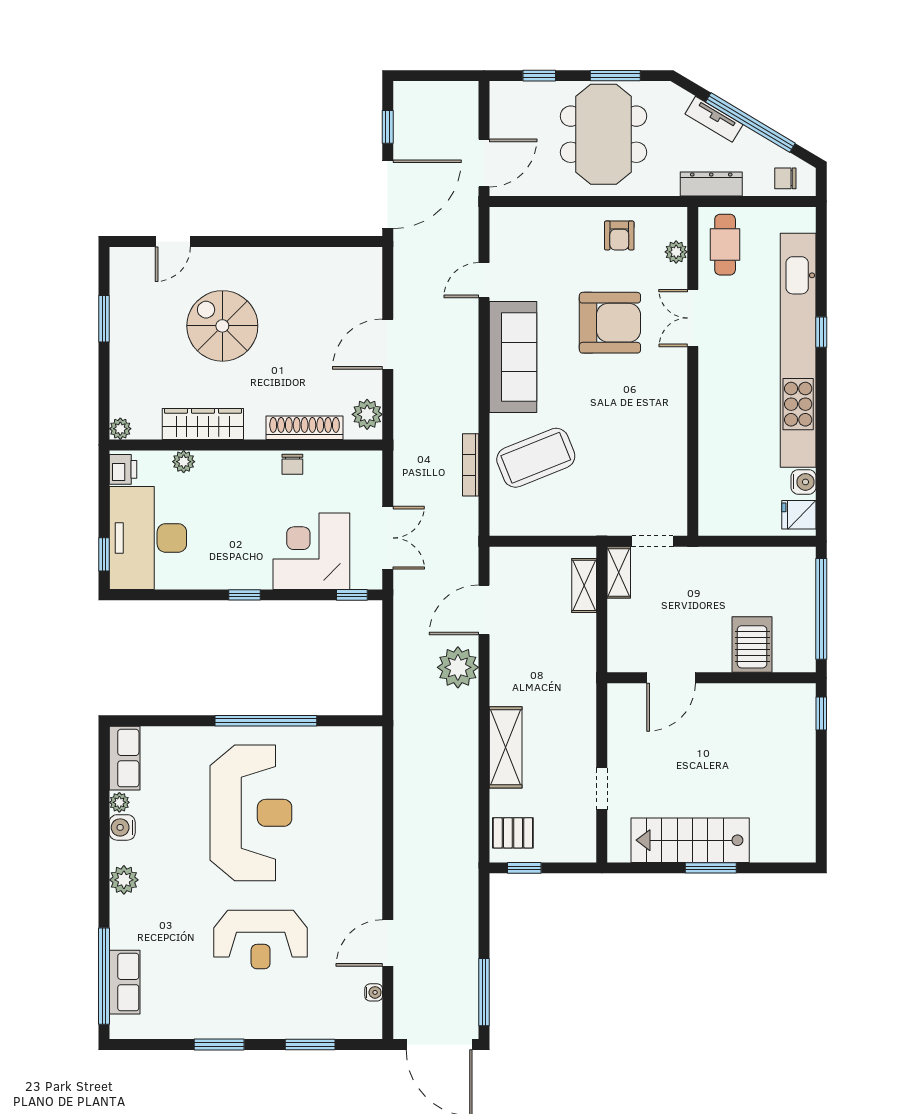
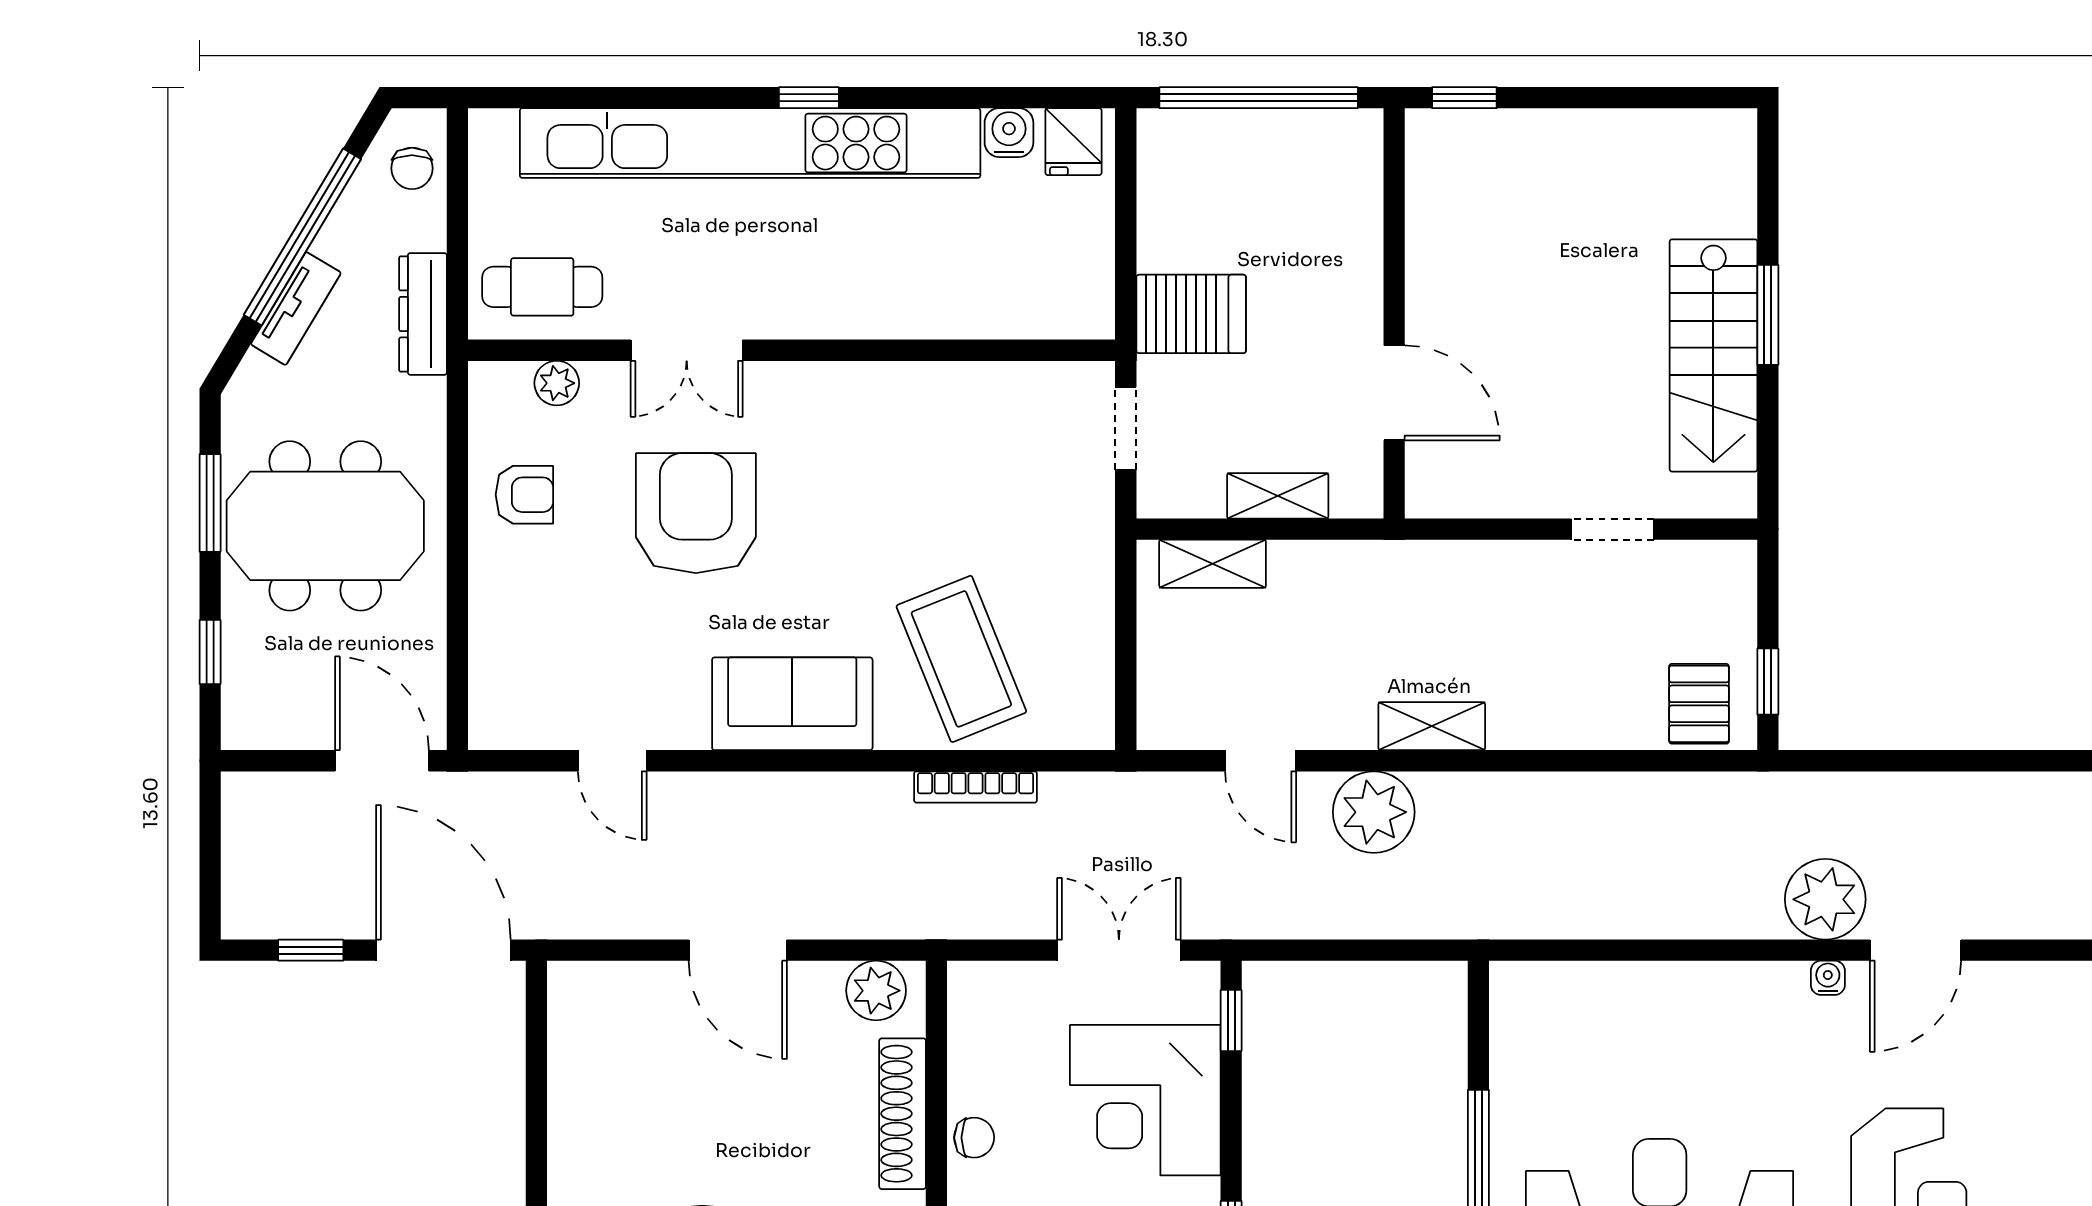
window: (821, 332) -> (809, 98), moved
sofa: (513, 357) -> (792, 704), width x0.73
shelving: (619, 572) -> (1278, 496), moved
door: (484, 610) -> (1261, 761), width x0.73
server rack: (752, 645) -> (1191, 314), moved, turned 180
shelving: (506, 747) -> (1432, 726), moved, width x0.67, depth x0.75
plant: (414, 897) -> (1825, 899), added
door: (388, 943) -> (1915, 950), hinge flipped
water cooler: (374, 992) -> (1828, 978), moved
window: (484, 992) -> (2012, 761), removed

